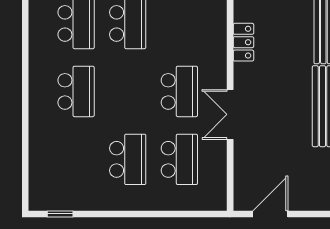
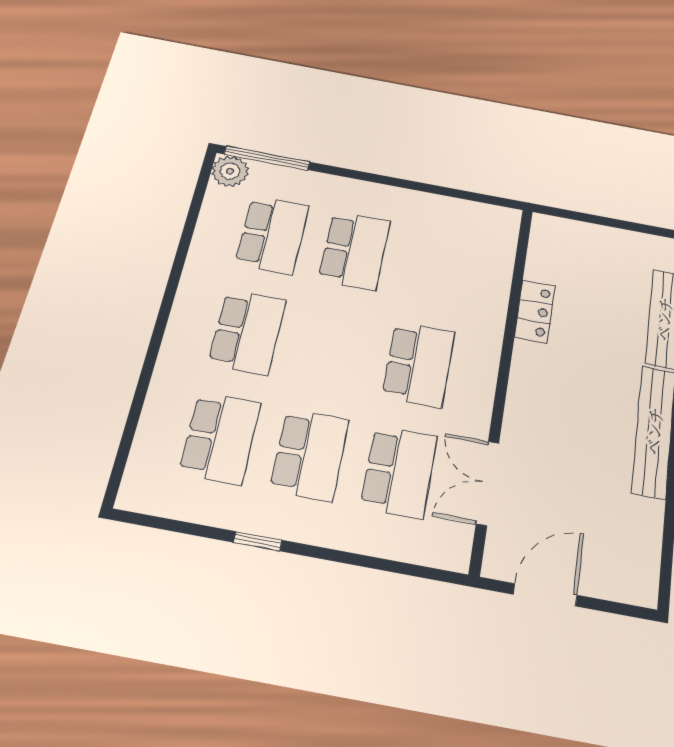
double door: (230, 114) -> (488, 483), moved
school desk: (76, 159) -> (220, 438), added
window: (60, 214) -> (258, 541), moved

